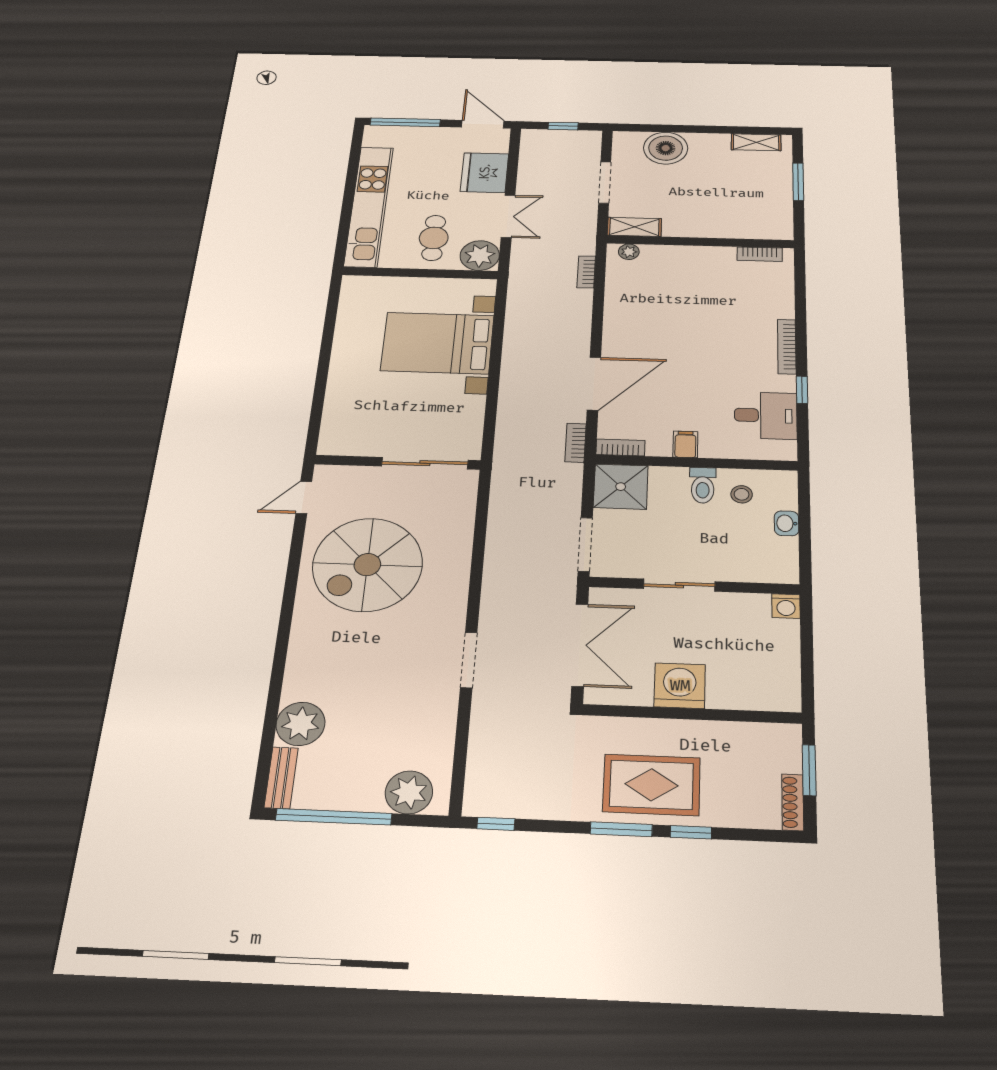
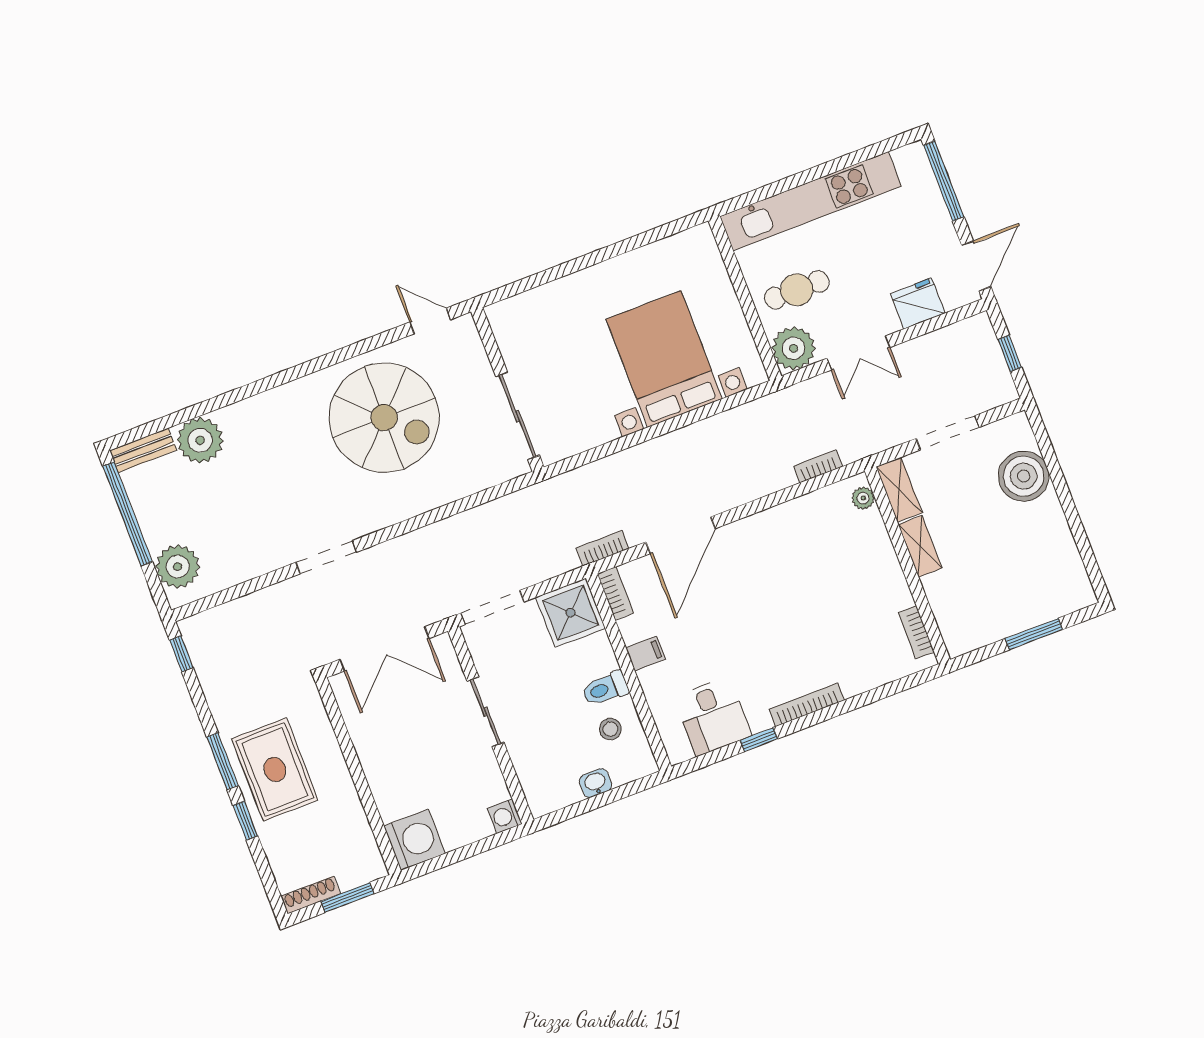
shelving: (756, 142) -> (920, 546), moved
fridge: (485, 173) -> (918, 303), width x0.73, depth x0.75
door: (594, 383) -> (680, 535), hinge flipped
spiral stairs: (367, 565) -> (384, 418), turned 180
washing machine: (680, 686) -> (414, 840), moved

